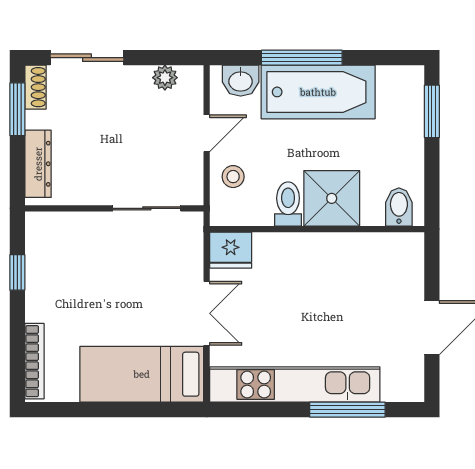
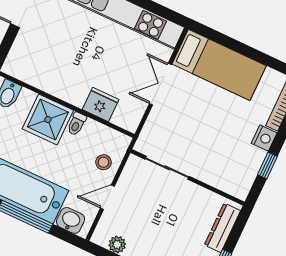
toilet: (288, 204) -> (77, 124), width x0.73, depth x0.72
fridge: (231, 250) -> (101, 104), moved
nightstand: (38, 306) -> (264, 138), added

